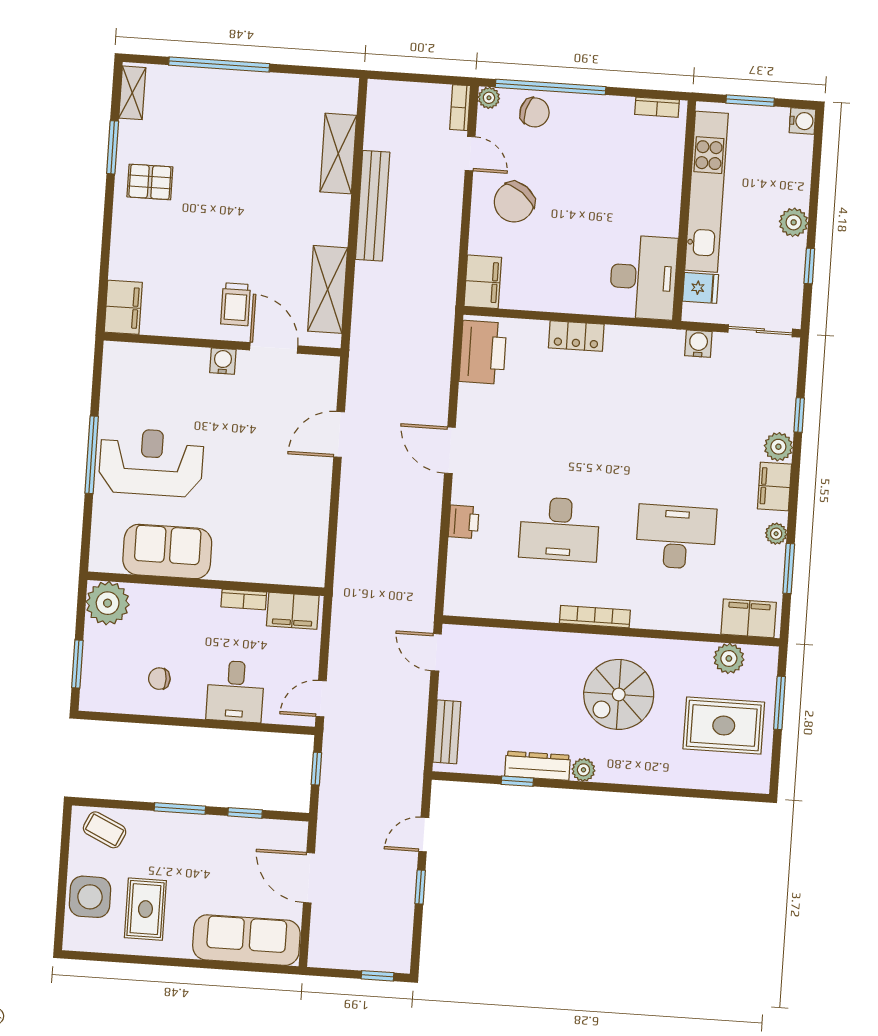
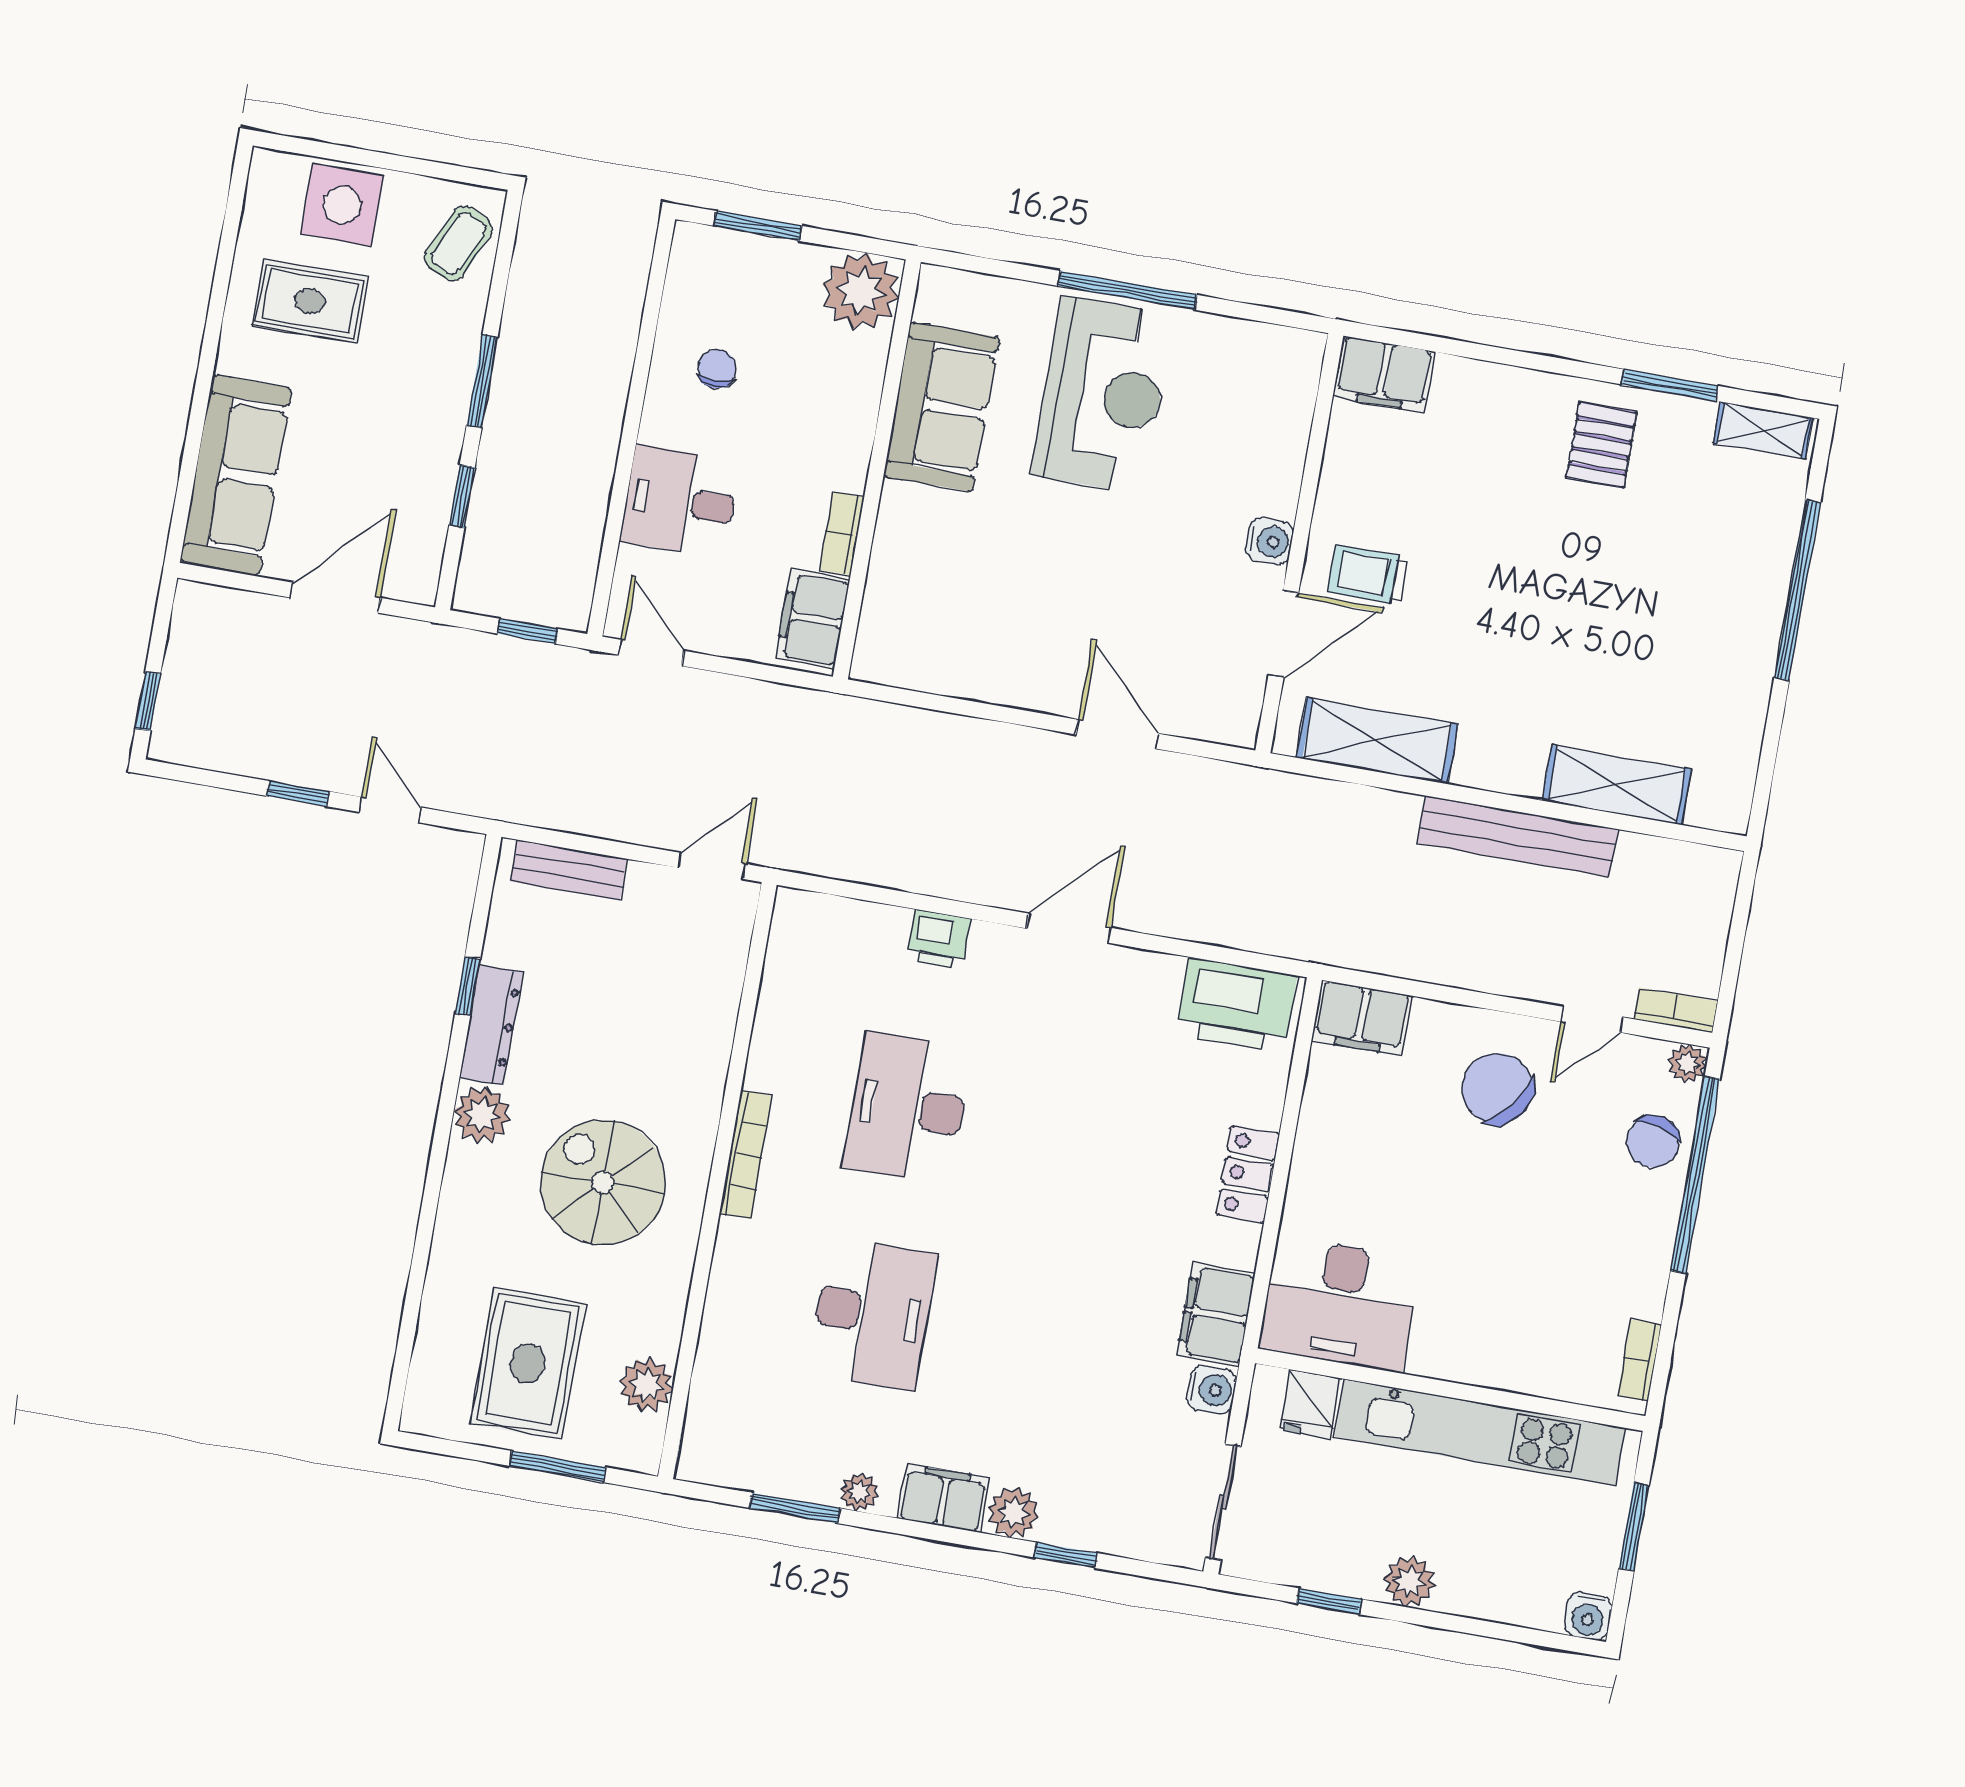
filing cabinet: (749, 618) -> (1216, 1315), moved, turned 180
plant: (583, 770) -> (482, 1115), width x1.38, depth x1.38

